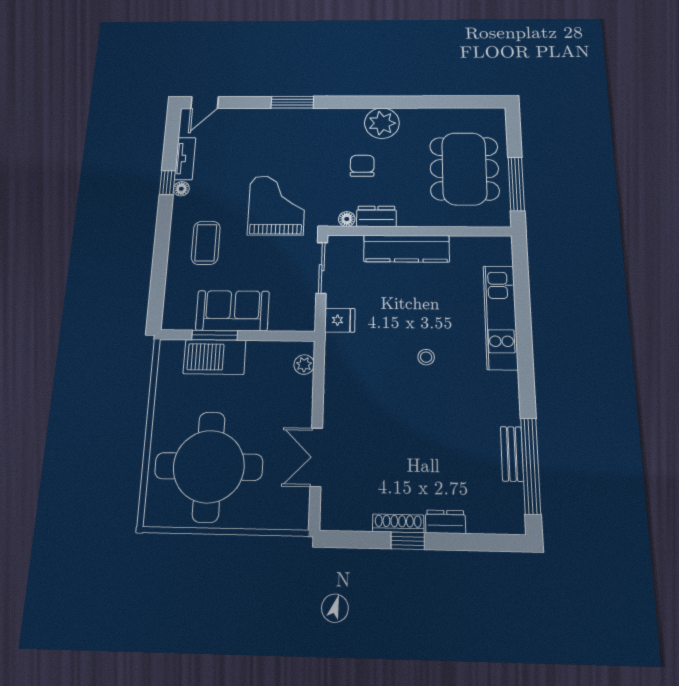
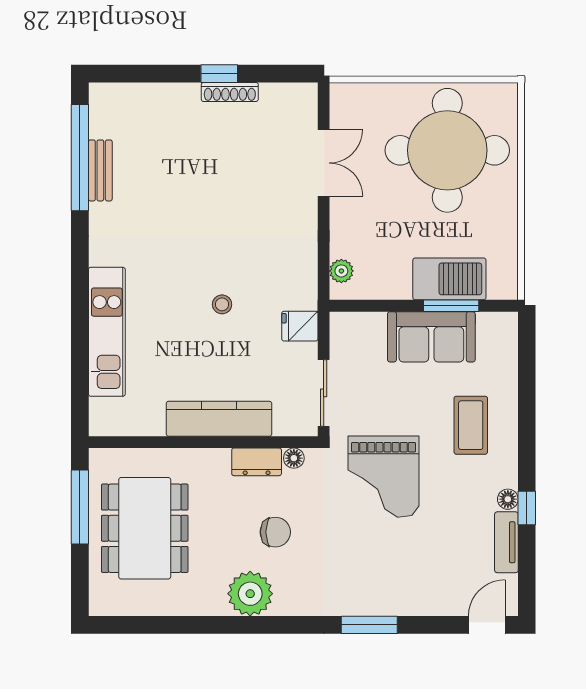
chair: (362, 166) -> (275, 532), turned -90
stool: (426, 357) -> (222, 304), moved
dresser: (445, 522) -> (177, 95), removed

